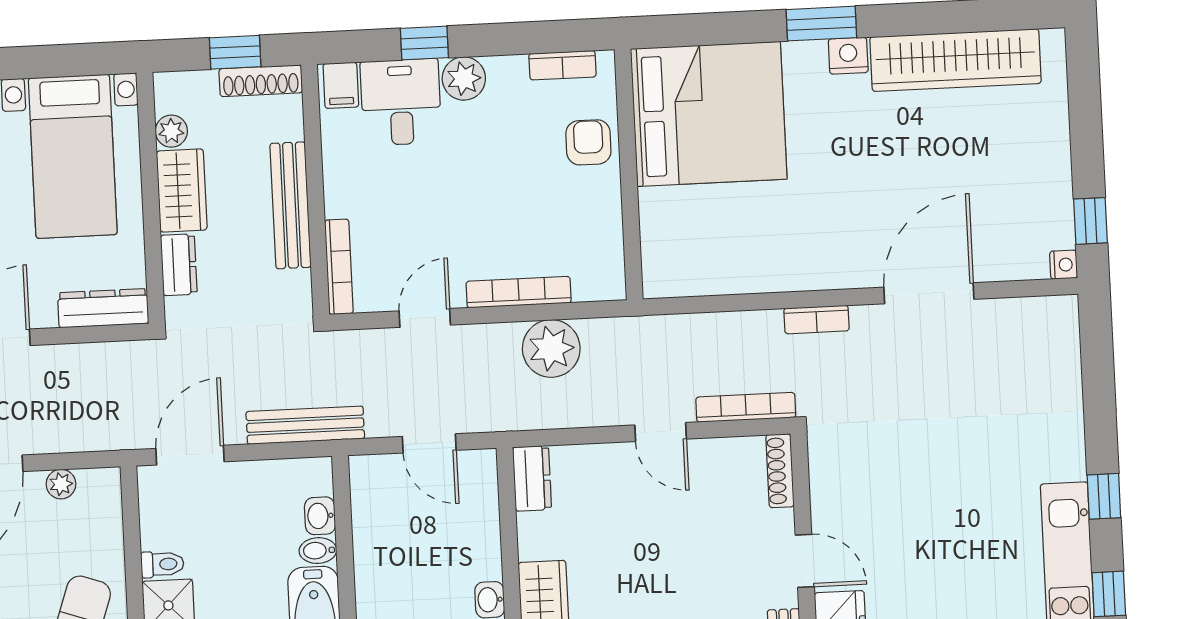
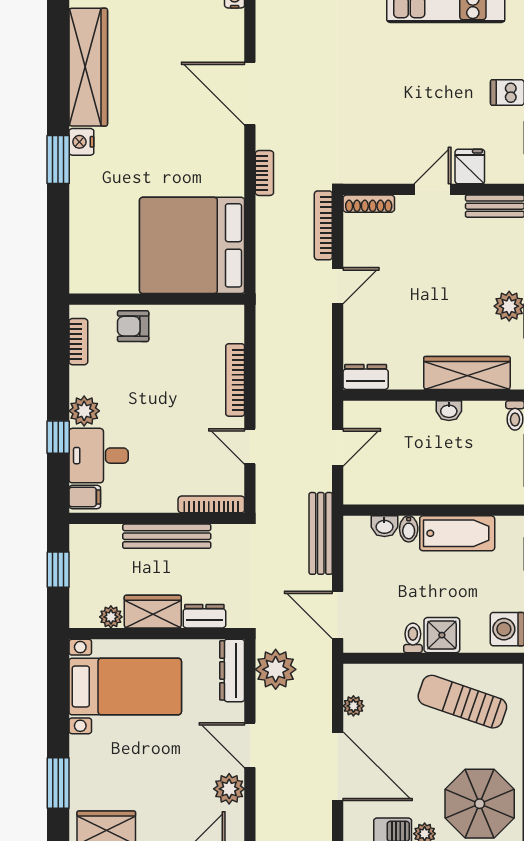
shoe rack: (261, 81) -> (79, 553), removed
bed: (709, 114) -> (192, 245), moved, turned -90
plant: (551, 348) -> (276, 669), moved

